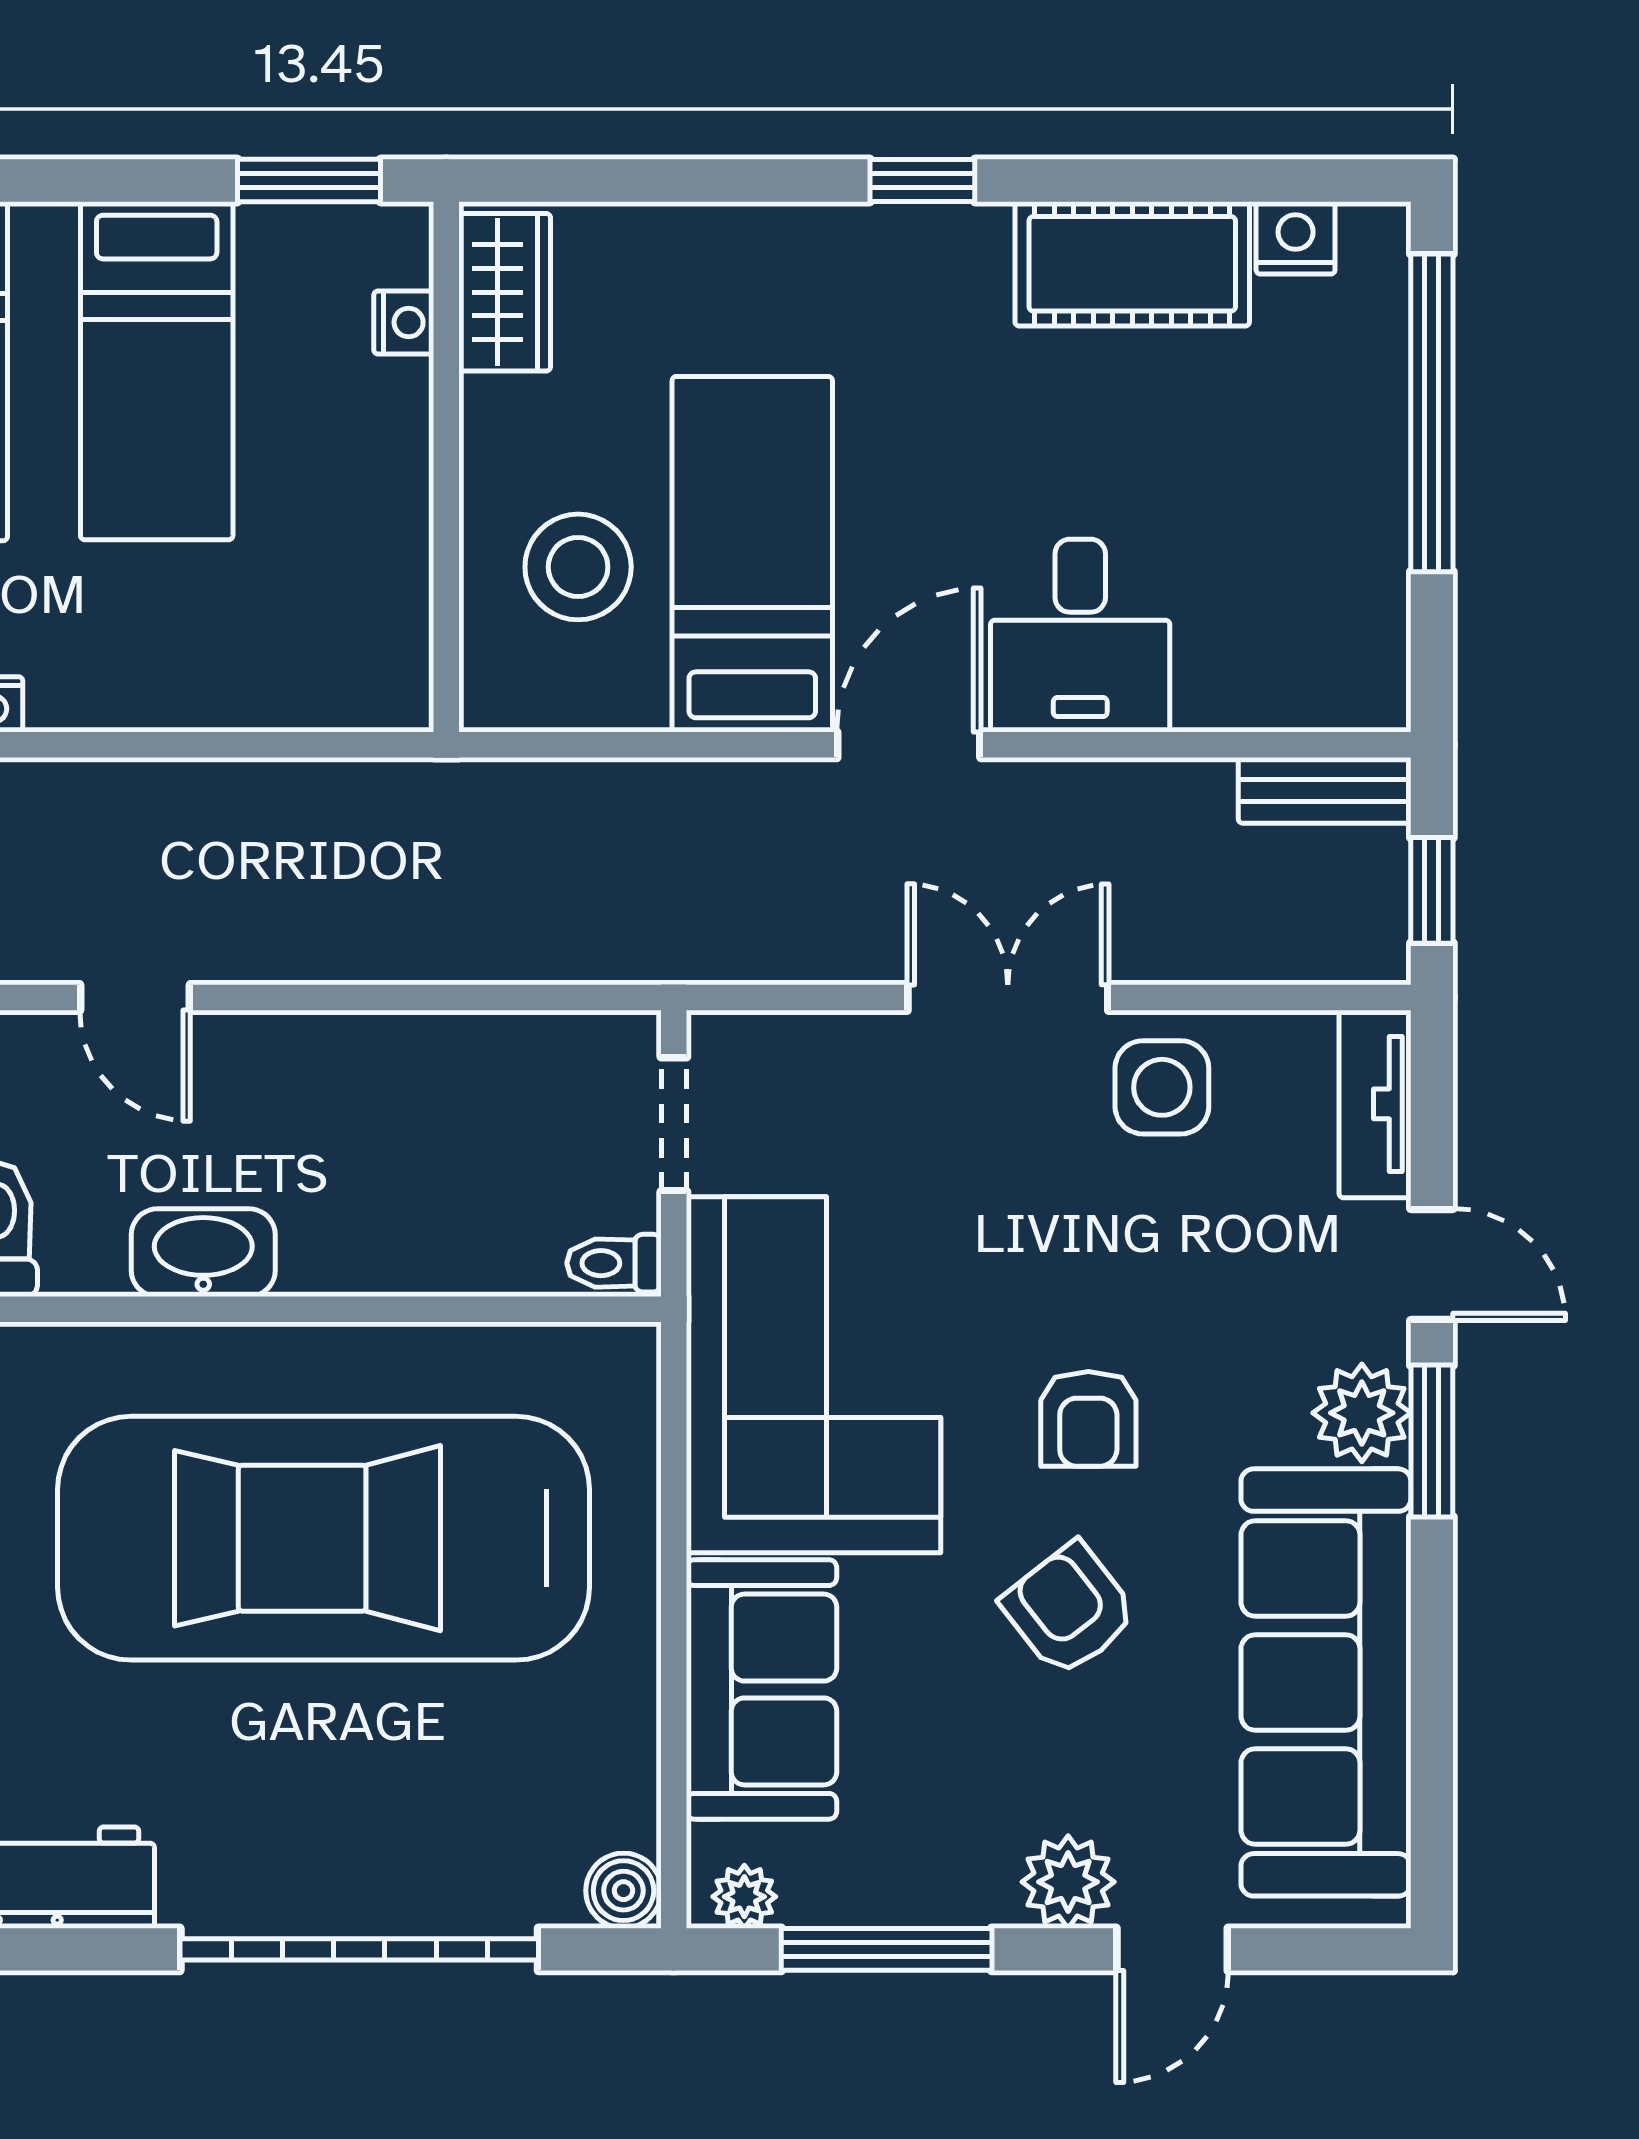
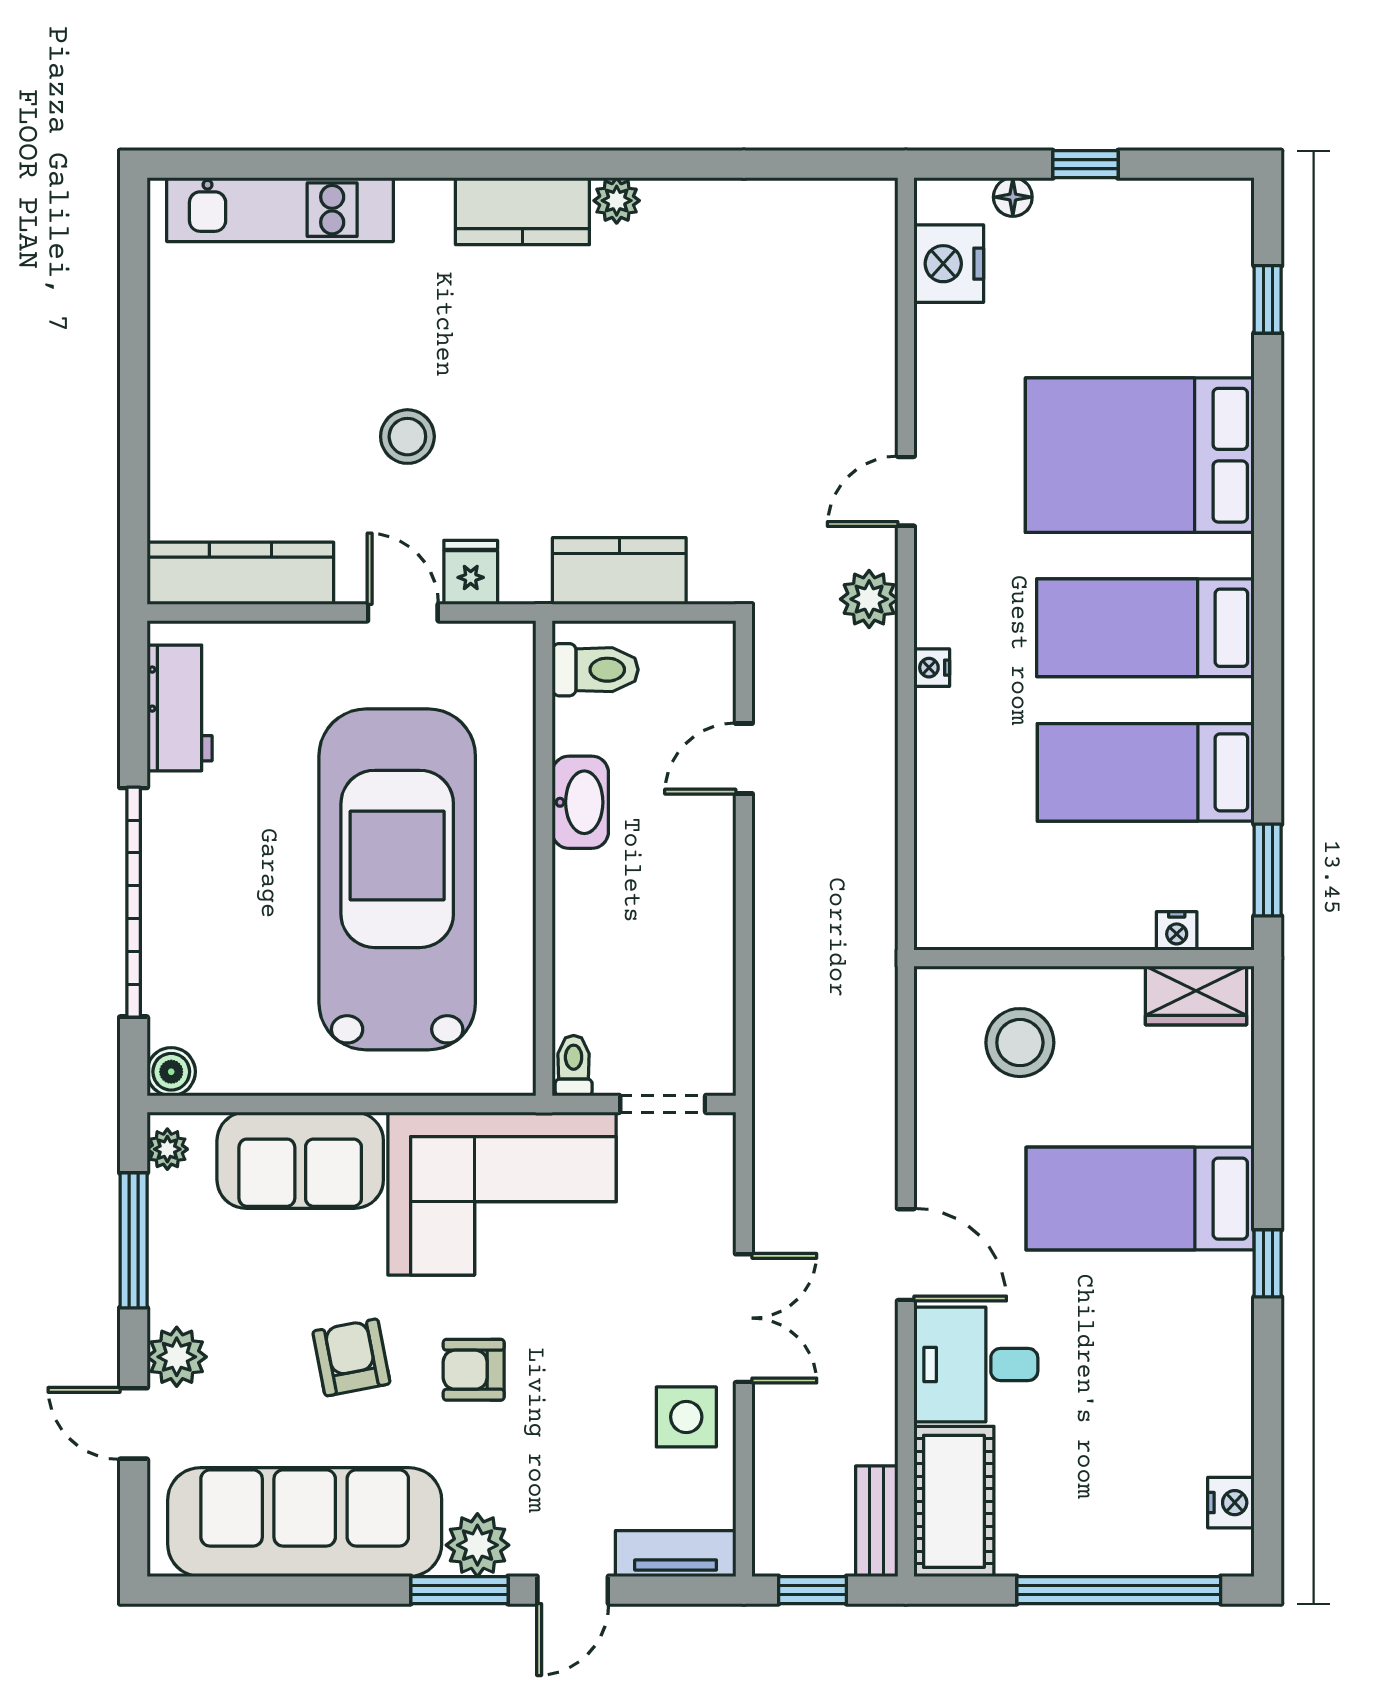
cot: (1132, 264) -> (954, 1501), moved
bed: (752, 554) -> (1140, 1199), moved, turned 180
armchair: (1069, 1610) -> (351, 1357), turned -63

